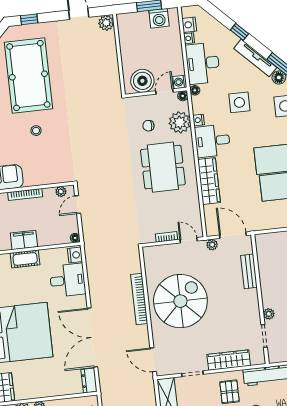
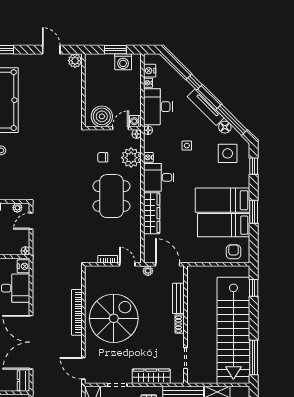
side table: (239, 102) -> (187, 146), width x0.54, depth x0.54
shoe rack: (254, 299) -> (180, 324), added
plant: (269, 314) -> (192, 339), removed

